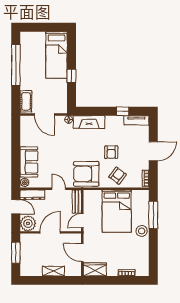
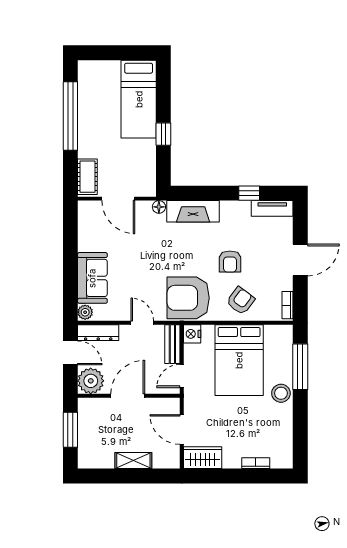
nightstand: (89, 195) -> (192, 334), added

